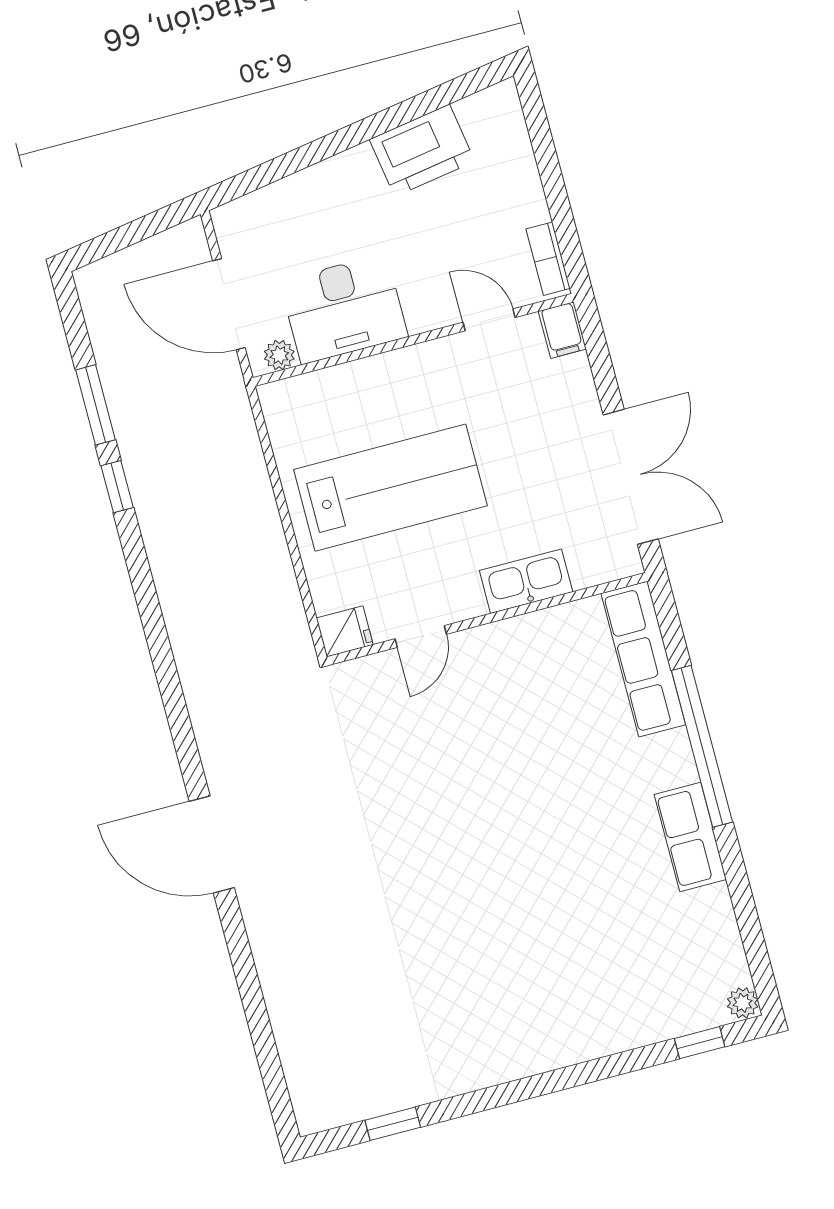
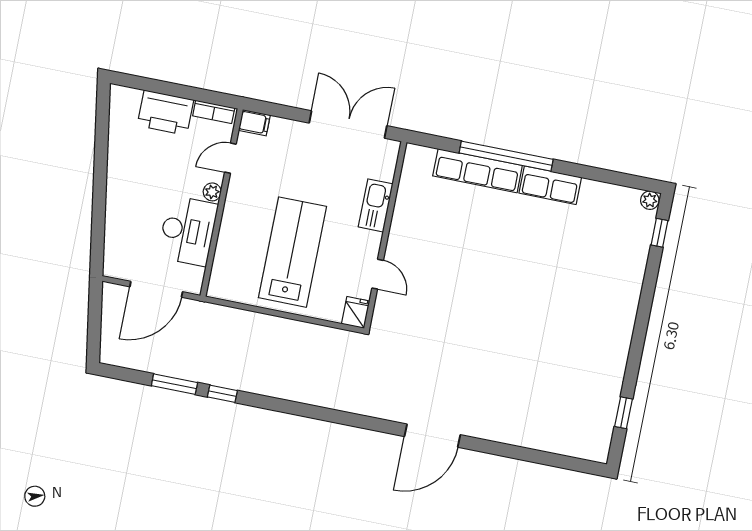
printer: (422, 150) -> (165, 113), moved, turned 99
plant: (279, 355) -> (212, 192), moved
row of seats: (643, 659) -> (478, 171), moved

